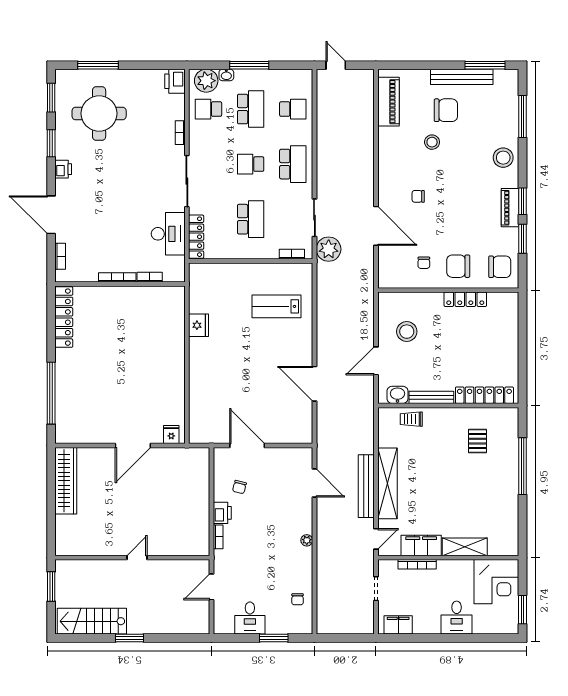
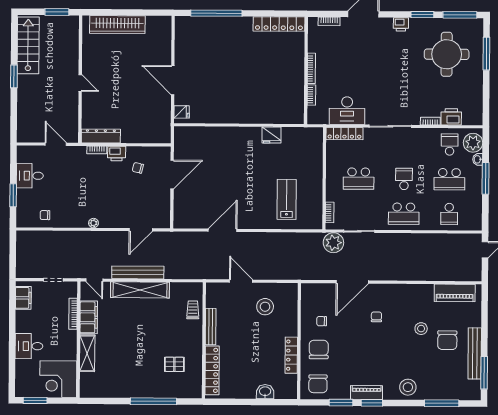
printer: (175, 81) -> (451, 117), moved
window: (51, 98) -> (460, 15), width x1.44
washbasin: (397, 395) -> (265, 392), moved, turned -90
wardrobe: (66, 481) -> (117, 25), moved
dresser: (201, 532) -> (101, 136), added

